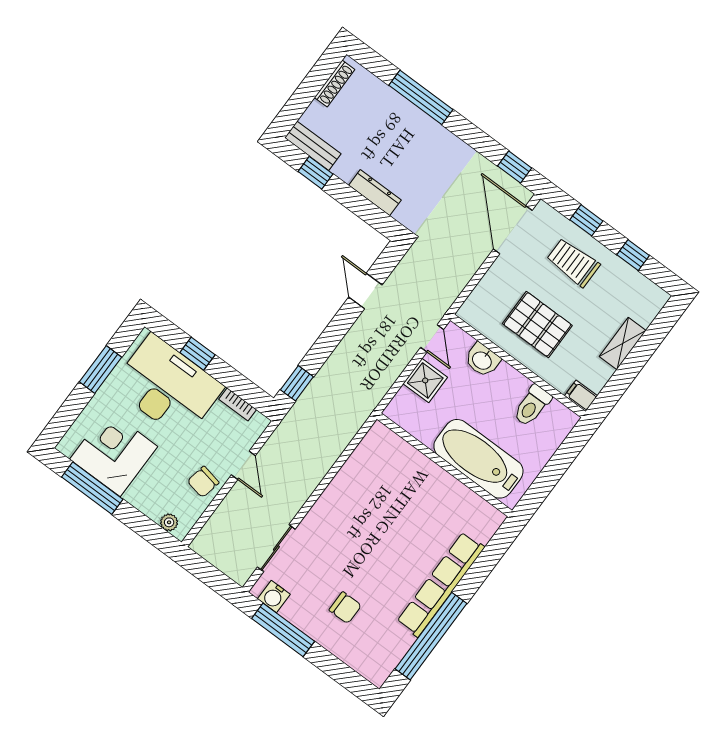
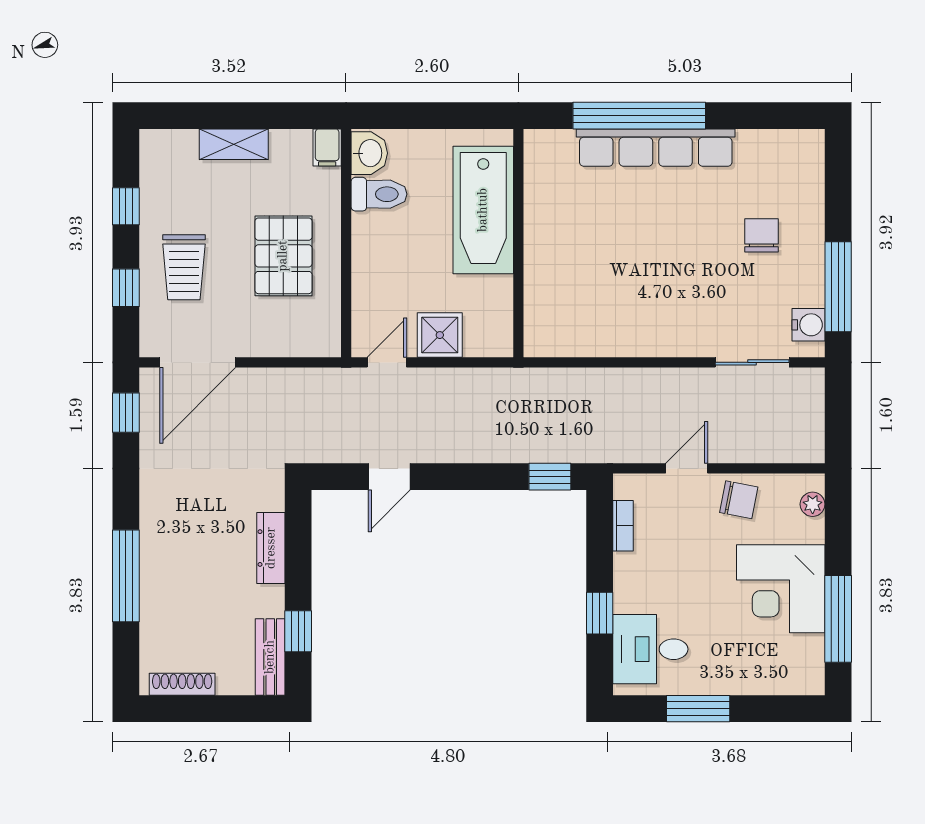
washbasin: (482, 360) -> (369, 153), moved
desk: (168, 387) -> (650, 649), width x0.53, depth x0.77
corner desk: (114, 453) -> (781, 589), moved
window: (431, 636) -> (639, 116), moved

